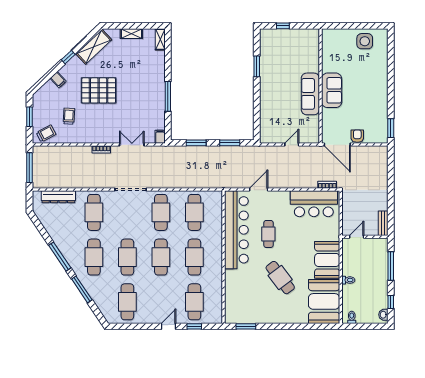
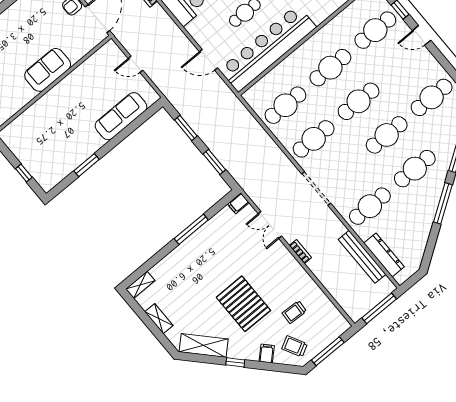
sofa: (310, 94) -> (121, 116), moved, turned 180
window: (29, 117) -> (328, 351), width x1.44
trolley: (46, 133) -> (294, 346), moved
bench: (68, 183) -> (362, 257), added

